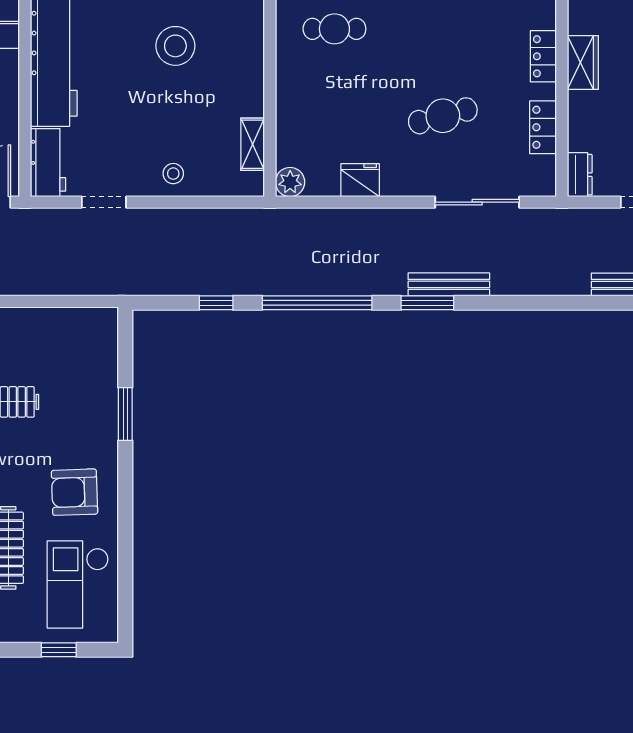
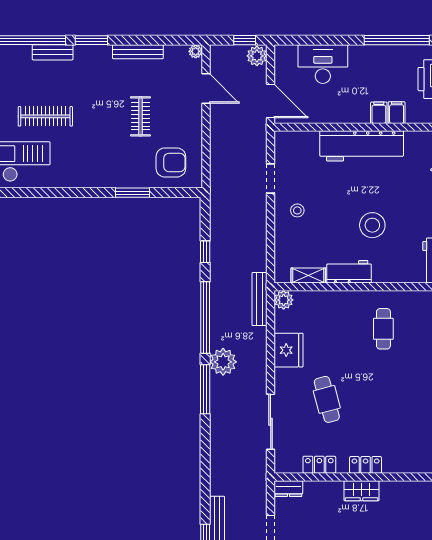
workbench: (48, 163) -> (349, 272), moved, turned 180
stool: (173, 174) -> (297, 210), moved
fridge: (360, 180) -> (289, 350), width x1.36, depth x1.34
plant: (385, 275) -> (223, 362), added
bench: (449, 284) -> (259, 299), moved
window: (427, 303) -> (205, 389), width x1.44
armchair: (75, 492) -> (171, 162), moved, turned 92

